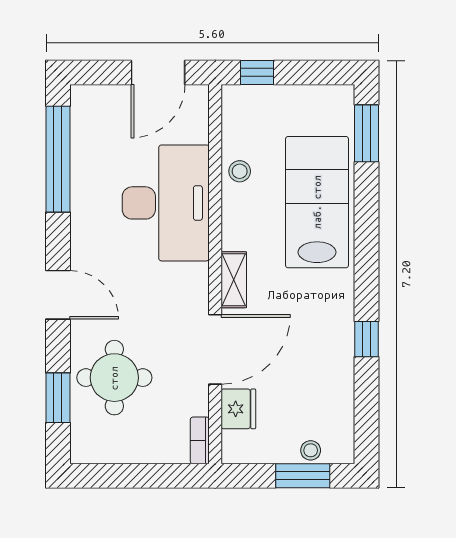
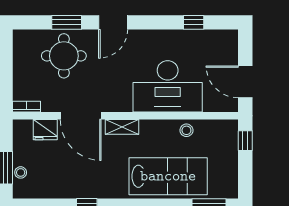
window: (58, 159) -> (194, 22), width x0.32
window: (58, 398) -> (67, 22), moved

